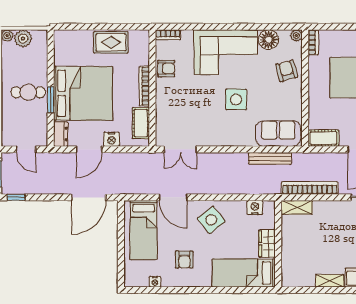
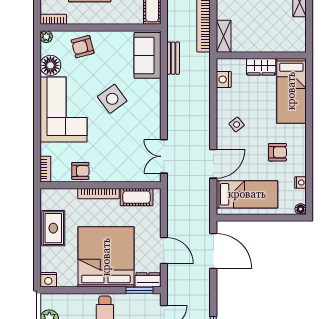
armchair: (166, 69) -> (80, 171), turned 90
side table: (236, 99) -> (112, 99), turned -36
window: (51, 100) -> (139, 290), moved
nightstand: (111, 139) -> (48, 280), moved, turned 90
double door: (180, 149) -> (164, 156), swing flipped
bench: (270, 158) -> (173, 58), width x0.73
side table: (211, 220) -> (237, 124), width x0.54, depth x0.54
floor lamp: (129, 282) -> (301, 209), added

